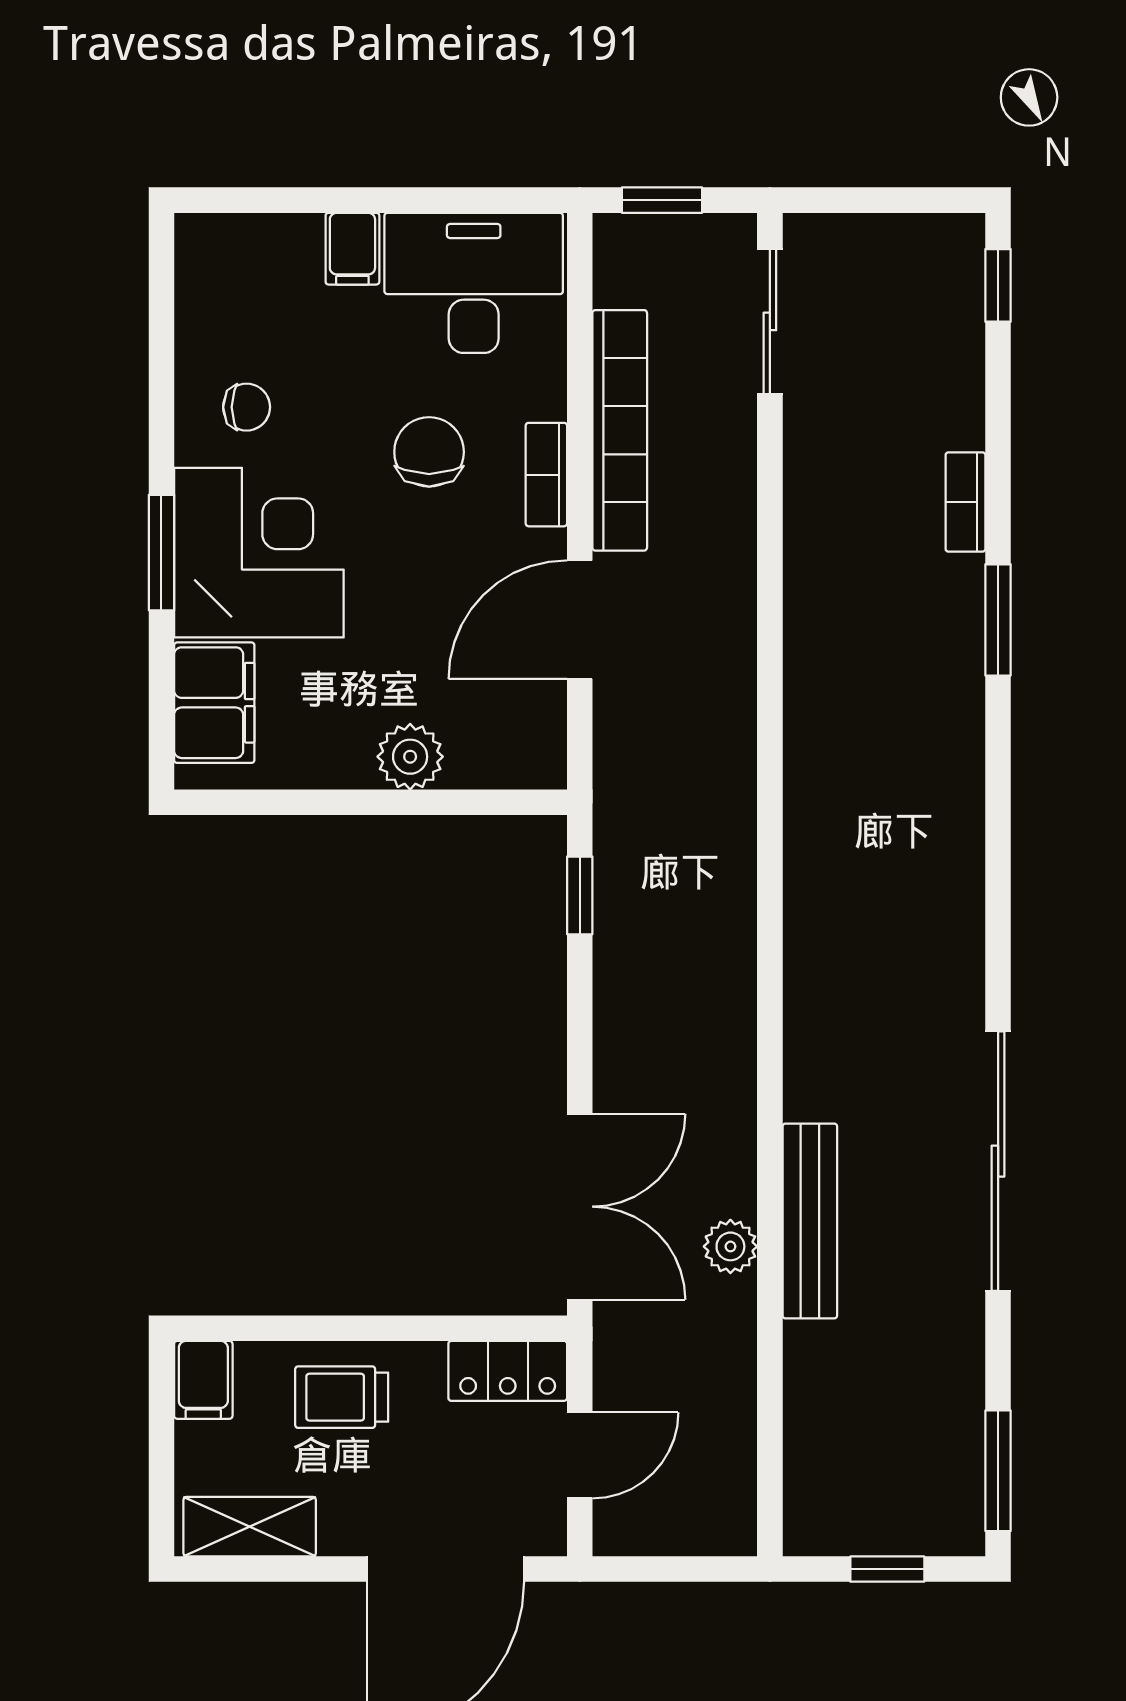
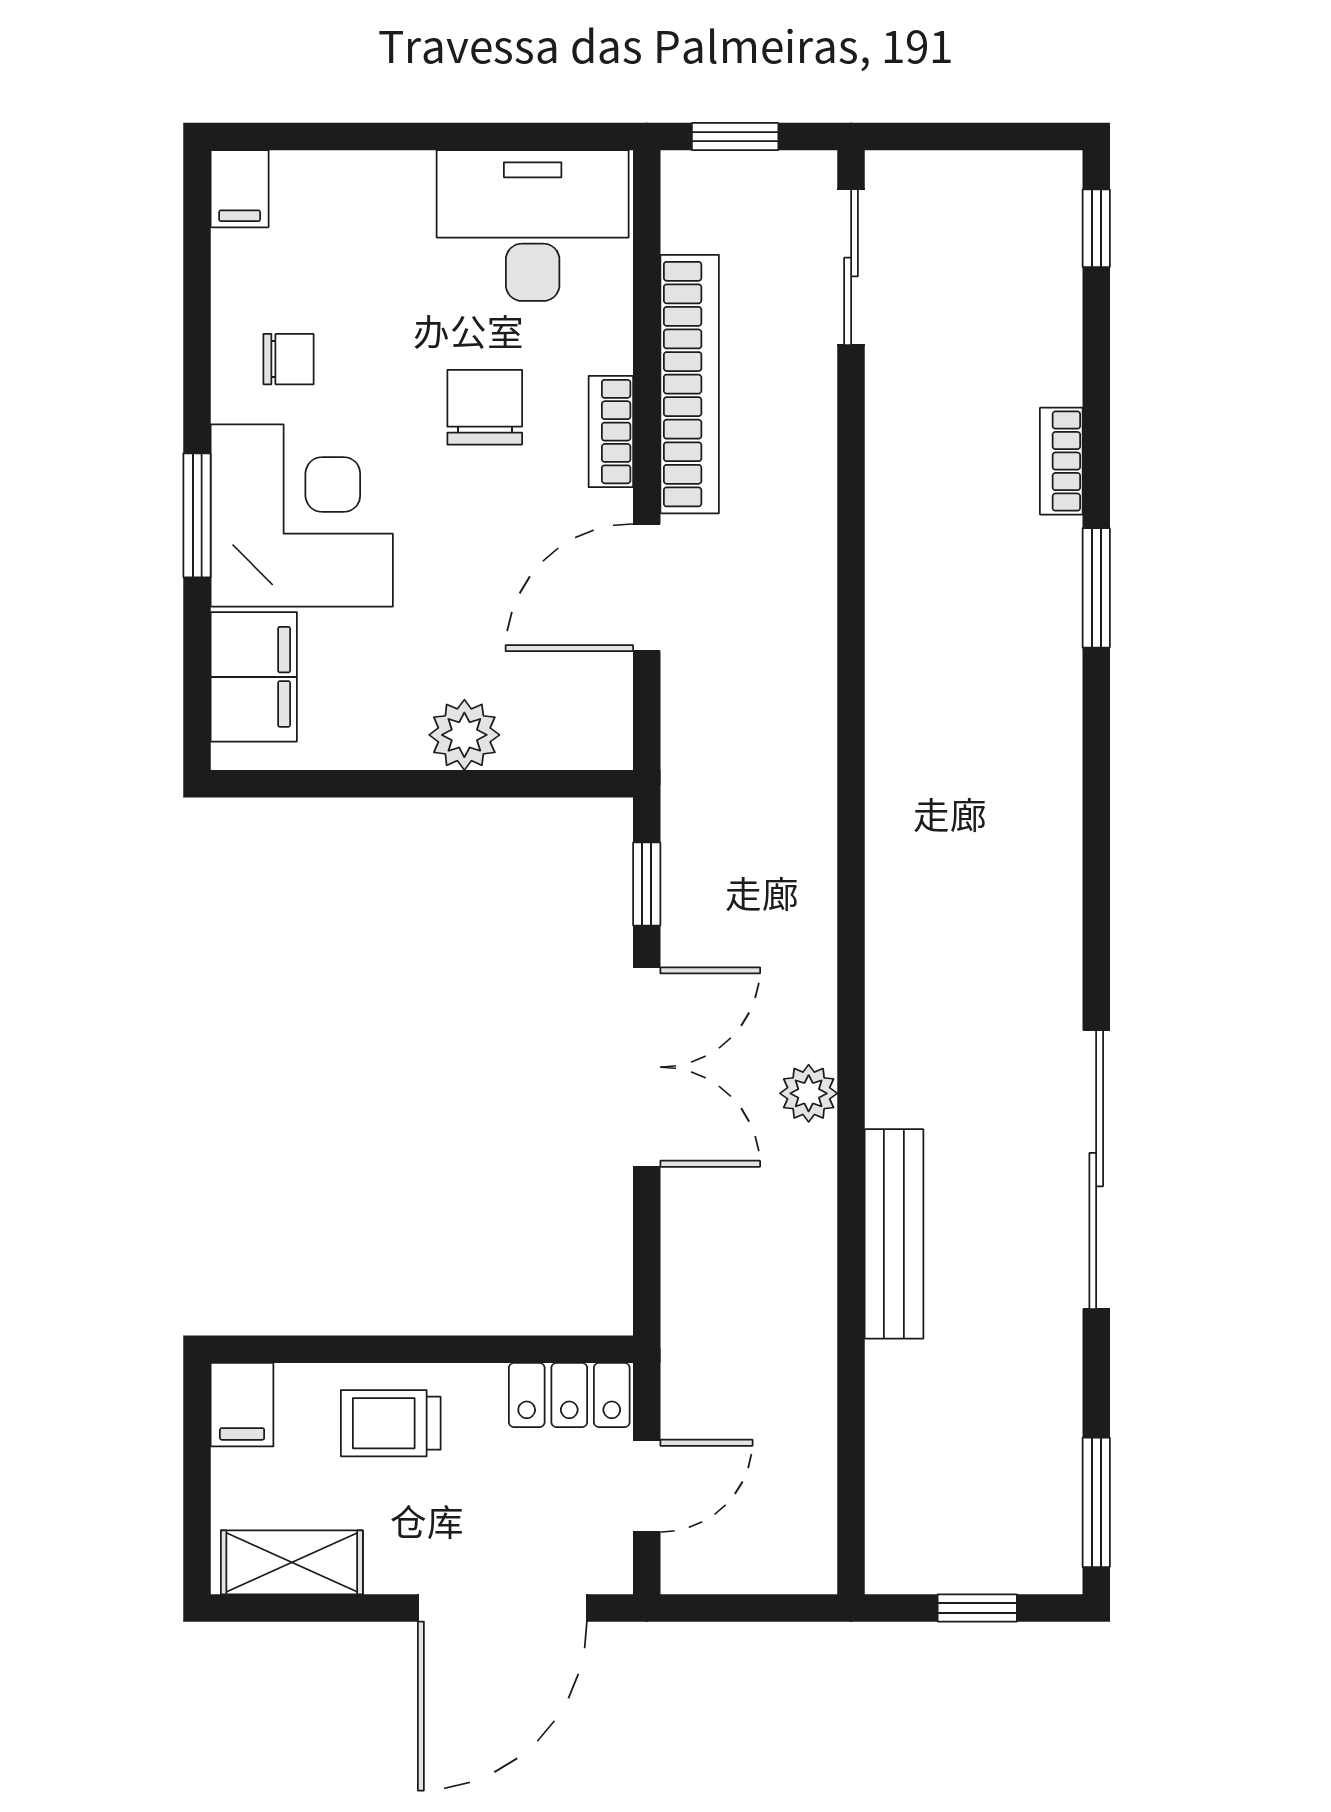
filing cabinet: (352, 249) -> (240, 189), moved
double door: (580, 1207) -> (647, 1067), moved
plant: (730, 1246) -> (809, 1093), moved

